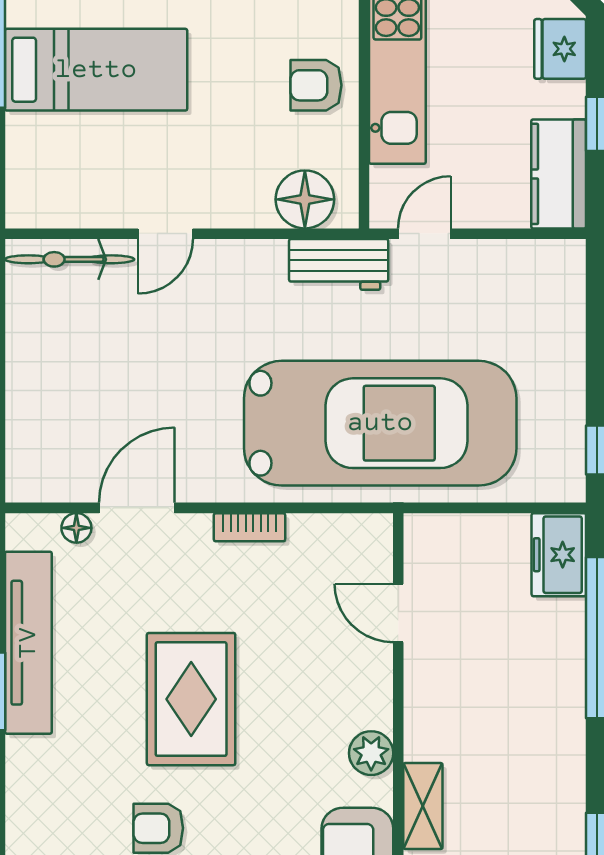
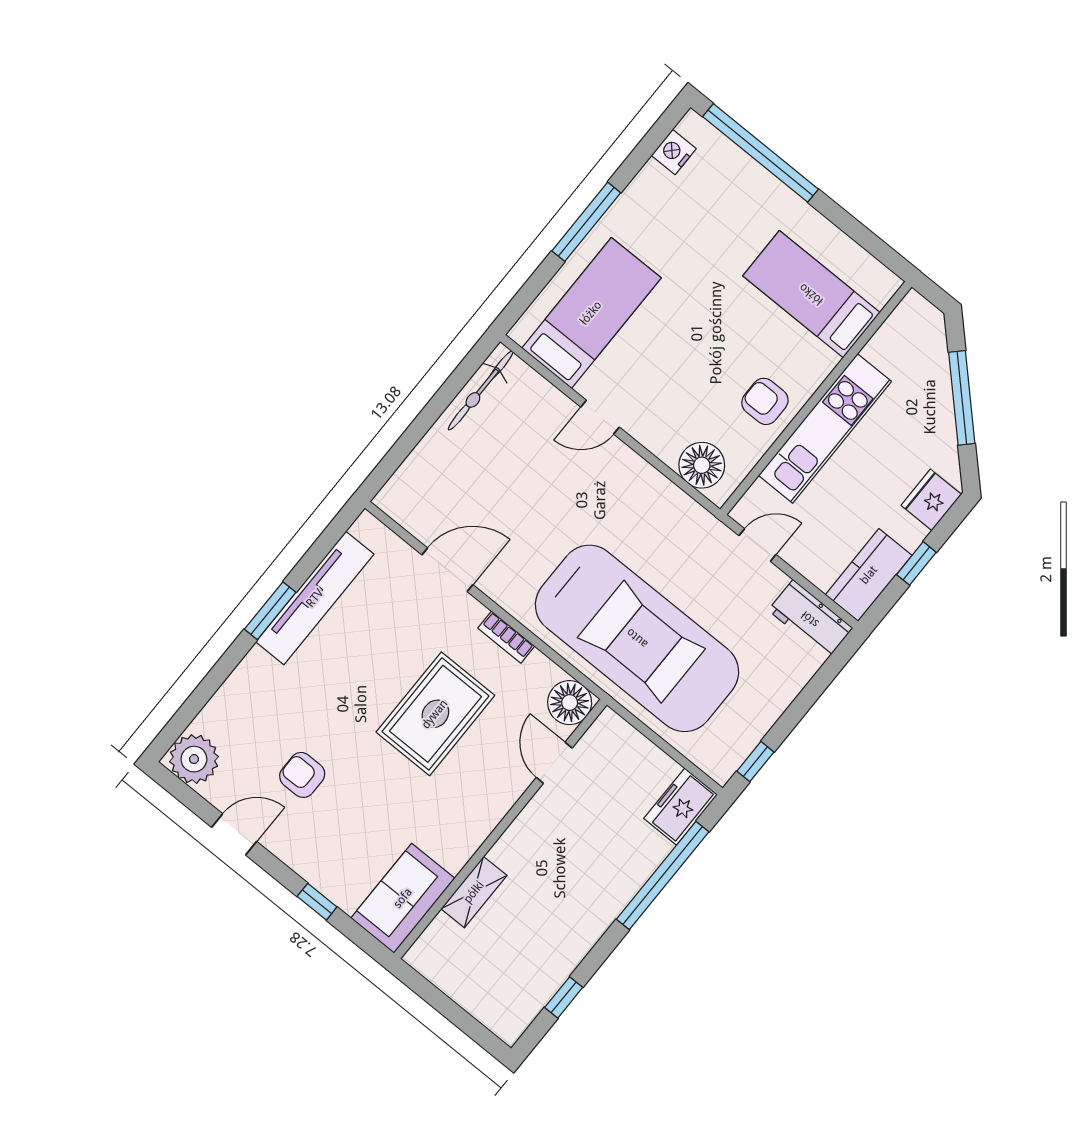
bed: (96, 70) -> (591, 313), moved, turned -90
bicycle: (70, 259) -> (481, 390), moved, turned -90
workbench: (339, 264) -> (810, 619), moved
floor lamp: (76, 528) -> (570, 703), moved, width x1.89, depth x1.89
rug: (191, 699) -> (435, 714), moved
plant: (371, 753) -> (469, 834), removed

